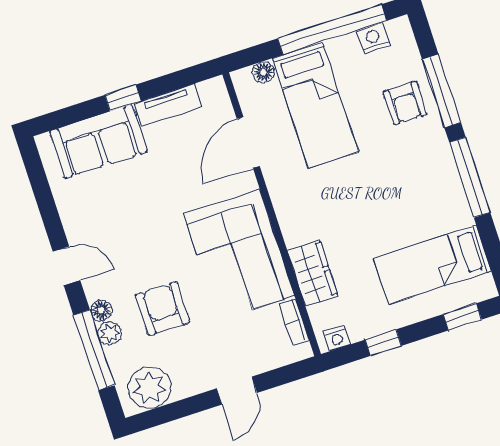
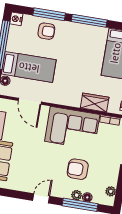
nightstand: (373, 38) -> (16, 19), moved
floor lamp: (101, 310) -> (87, 197), moved
plant: (150, 388) -> (111, 191), width x0.53, depth x0.53

